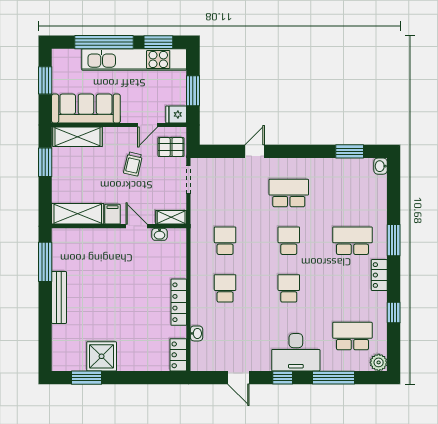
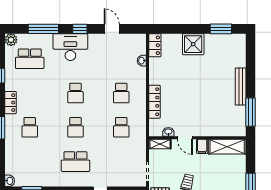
school desk: (352, 241) -> (30, 127), width x0.54
locker: (179, 302) -> (154, 102), moved
shower: (102, 356) -> (193, 44), moved

